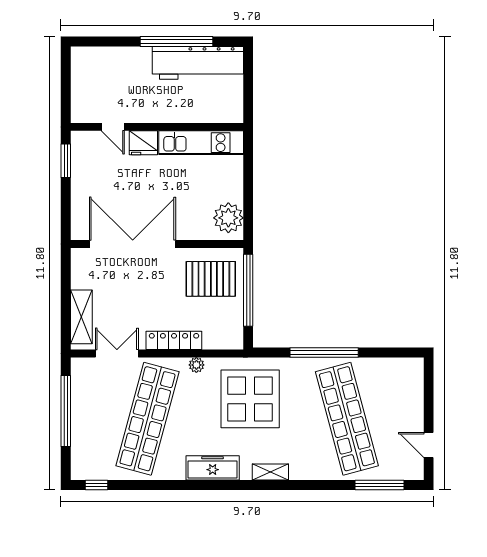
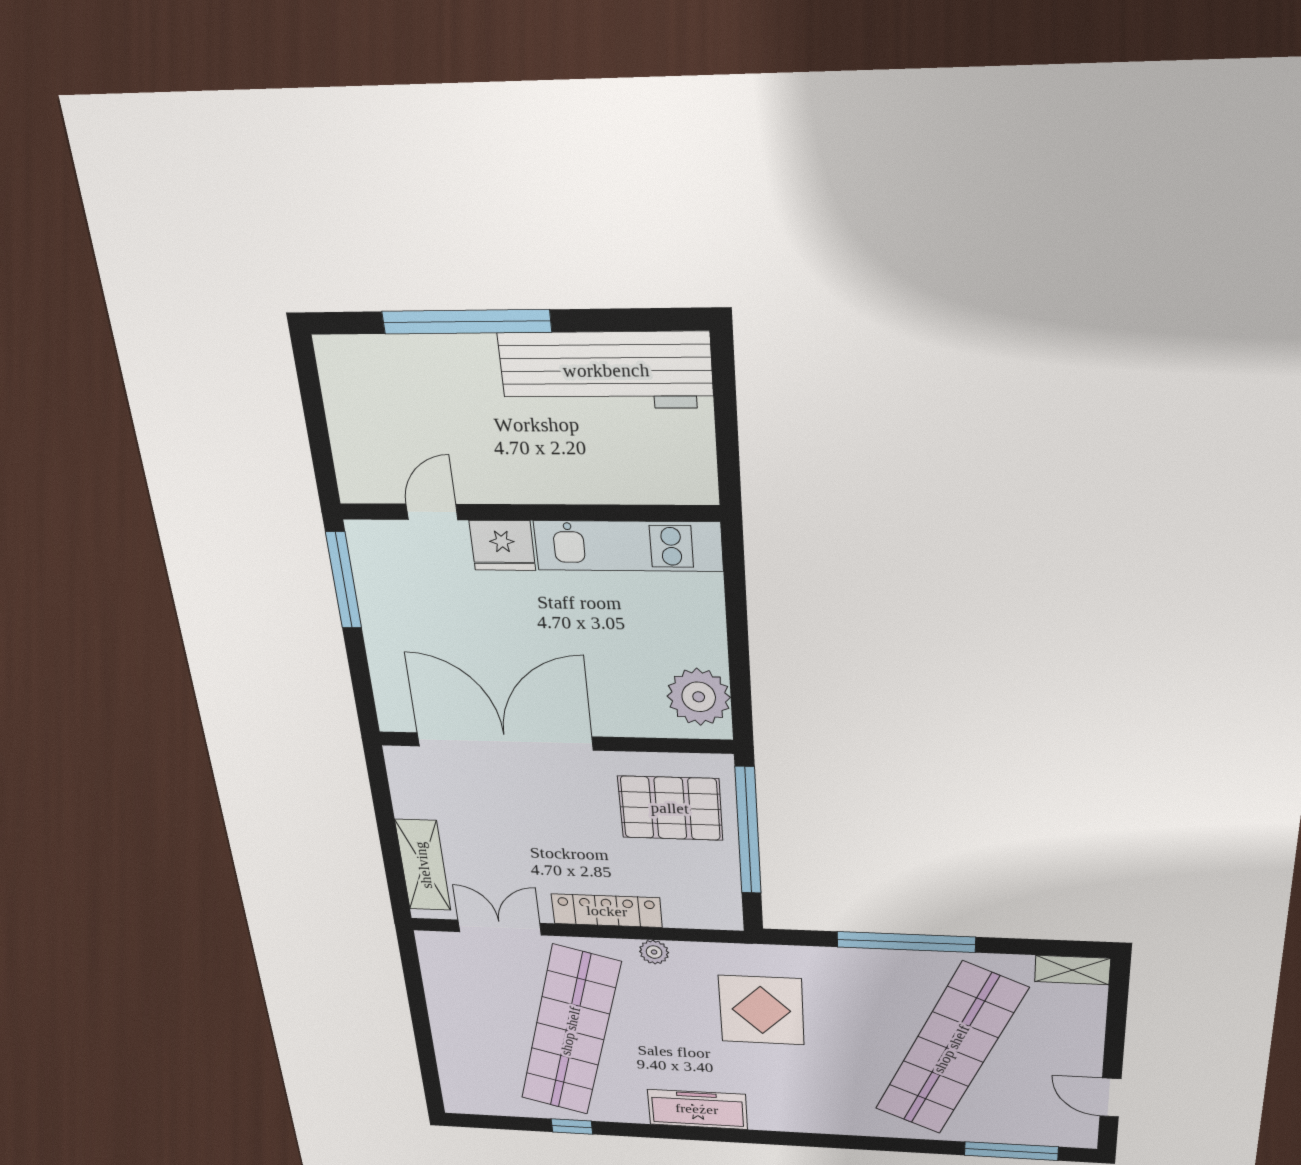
window: (176, 41) -> (466, 322), moved
door: (113, 127) -> (432, 512), swing flipped
window: (66, 161) -> (344, 580), width x1.44
display table: (250, 399) -> (761, 1010), width x0.73, depth x0.73
window: (66, 411) -> (419, 1012), removed
shop shelf: (347, 419) -> (951, 1049), turned 39
shelving: (270, 472) -> (1072, 970), moved
window: (97, 485) -> (572, 1127), moved

